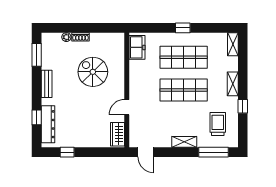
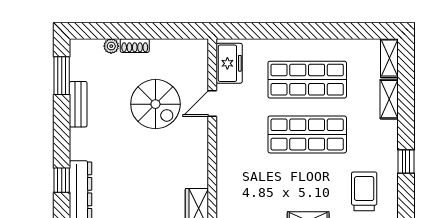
window: (183, 28) -> (306, 31), removed
spiral stairs: (93, 72) -> (155, 104), turned 180
bench: (47, 84) -> (78, 104), moved
shelving: (233, 84) -> (389, 99), moved
door: (127, 107) -> (212, 104), moved

